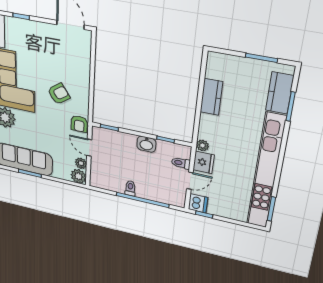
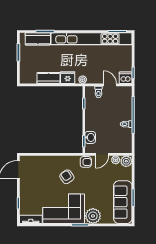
washbasin: (146, 144) -> (90, 137), moved
fridge: (204, 162) -> (68, 78), moved

